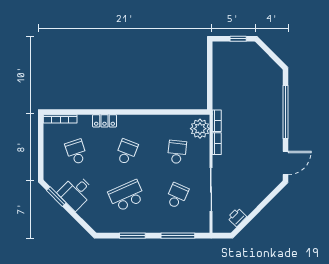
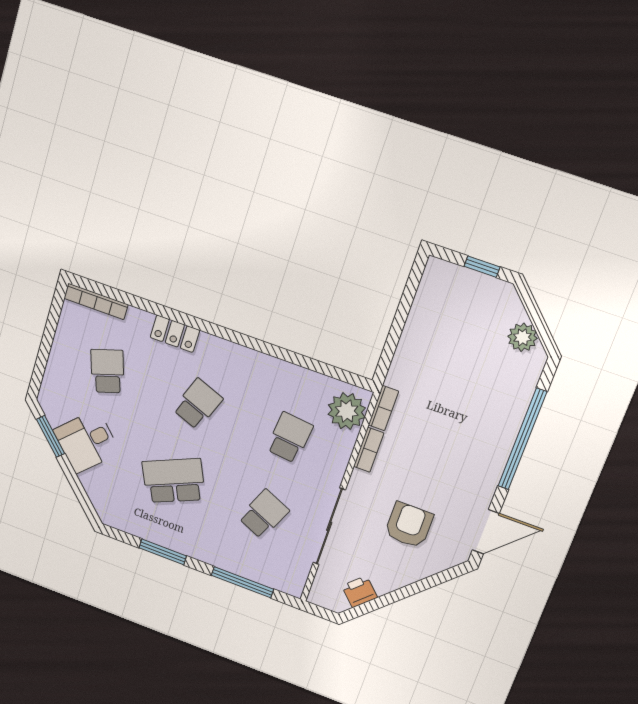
plant: (268, 64) -> (523, 337), added
armchair: (249, 174) -> (409, 525), added

